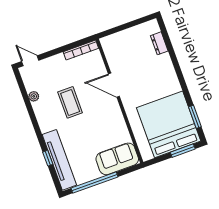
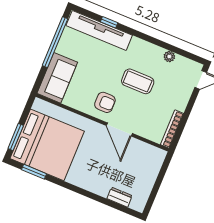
door: (114, 85) -> (119, 130), swing flipped
armchair: (104, 112) -> (105, 102), added

